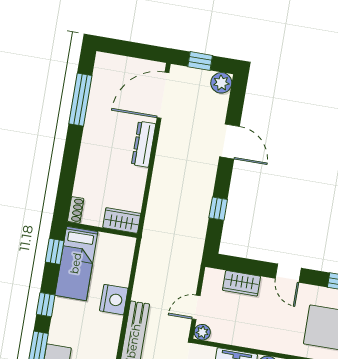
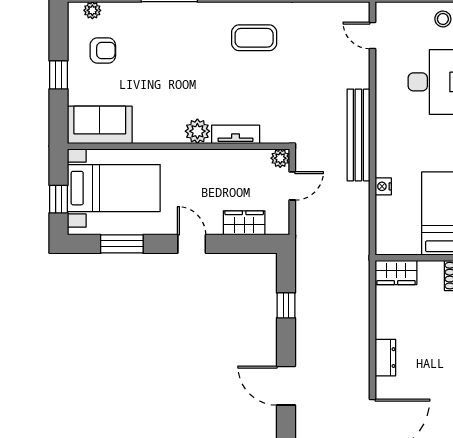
dresser: (144, 144) -> (385, 358), width x0.70
nightstand: (114, 300) -> (383, 186), width x0.53, depth x0.56

